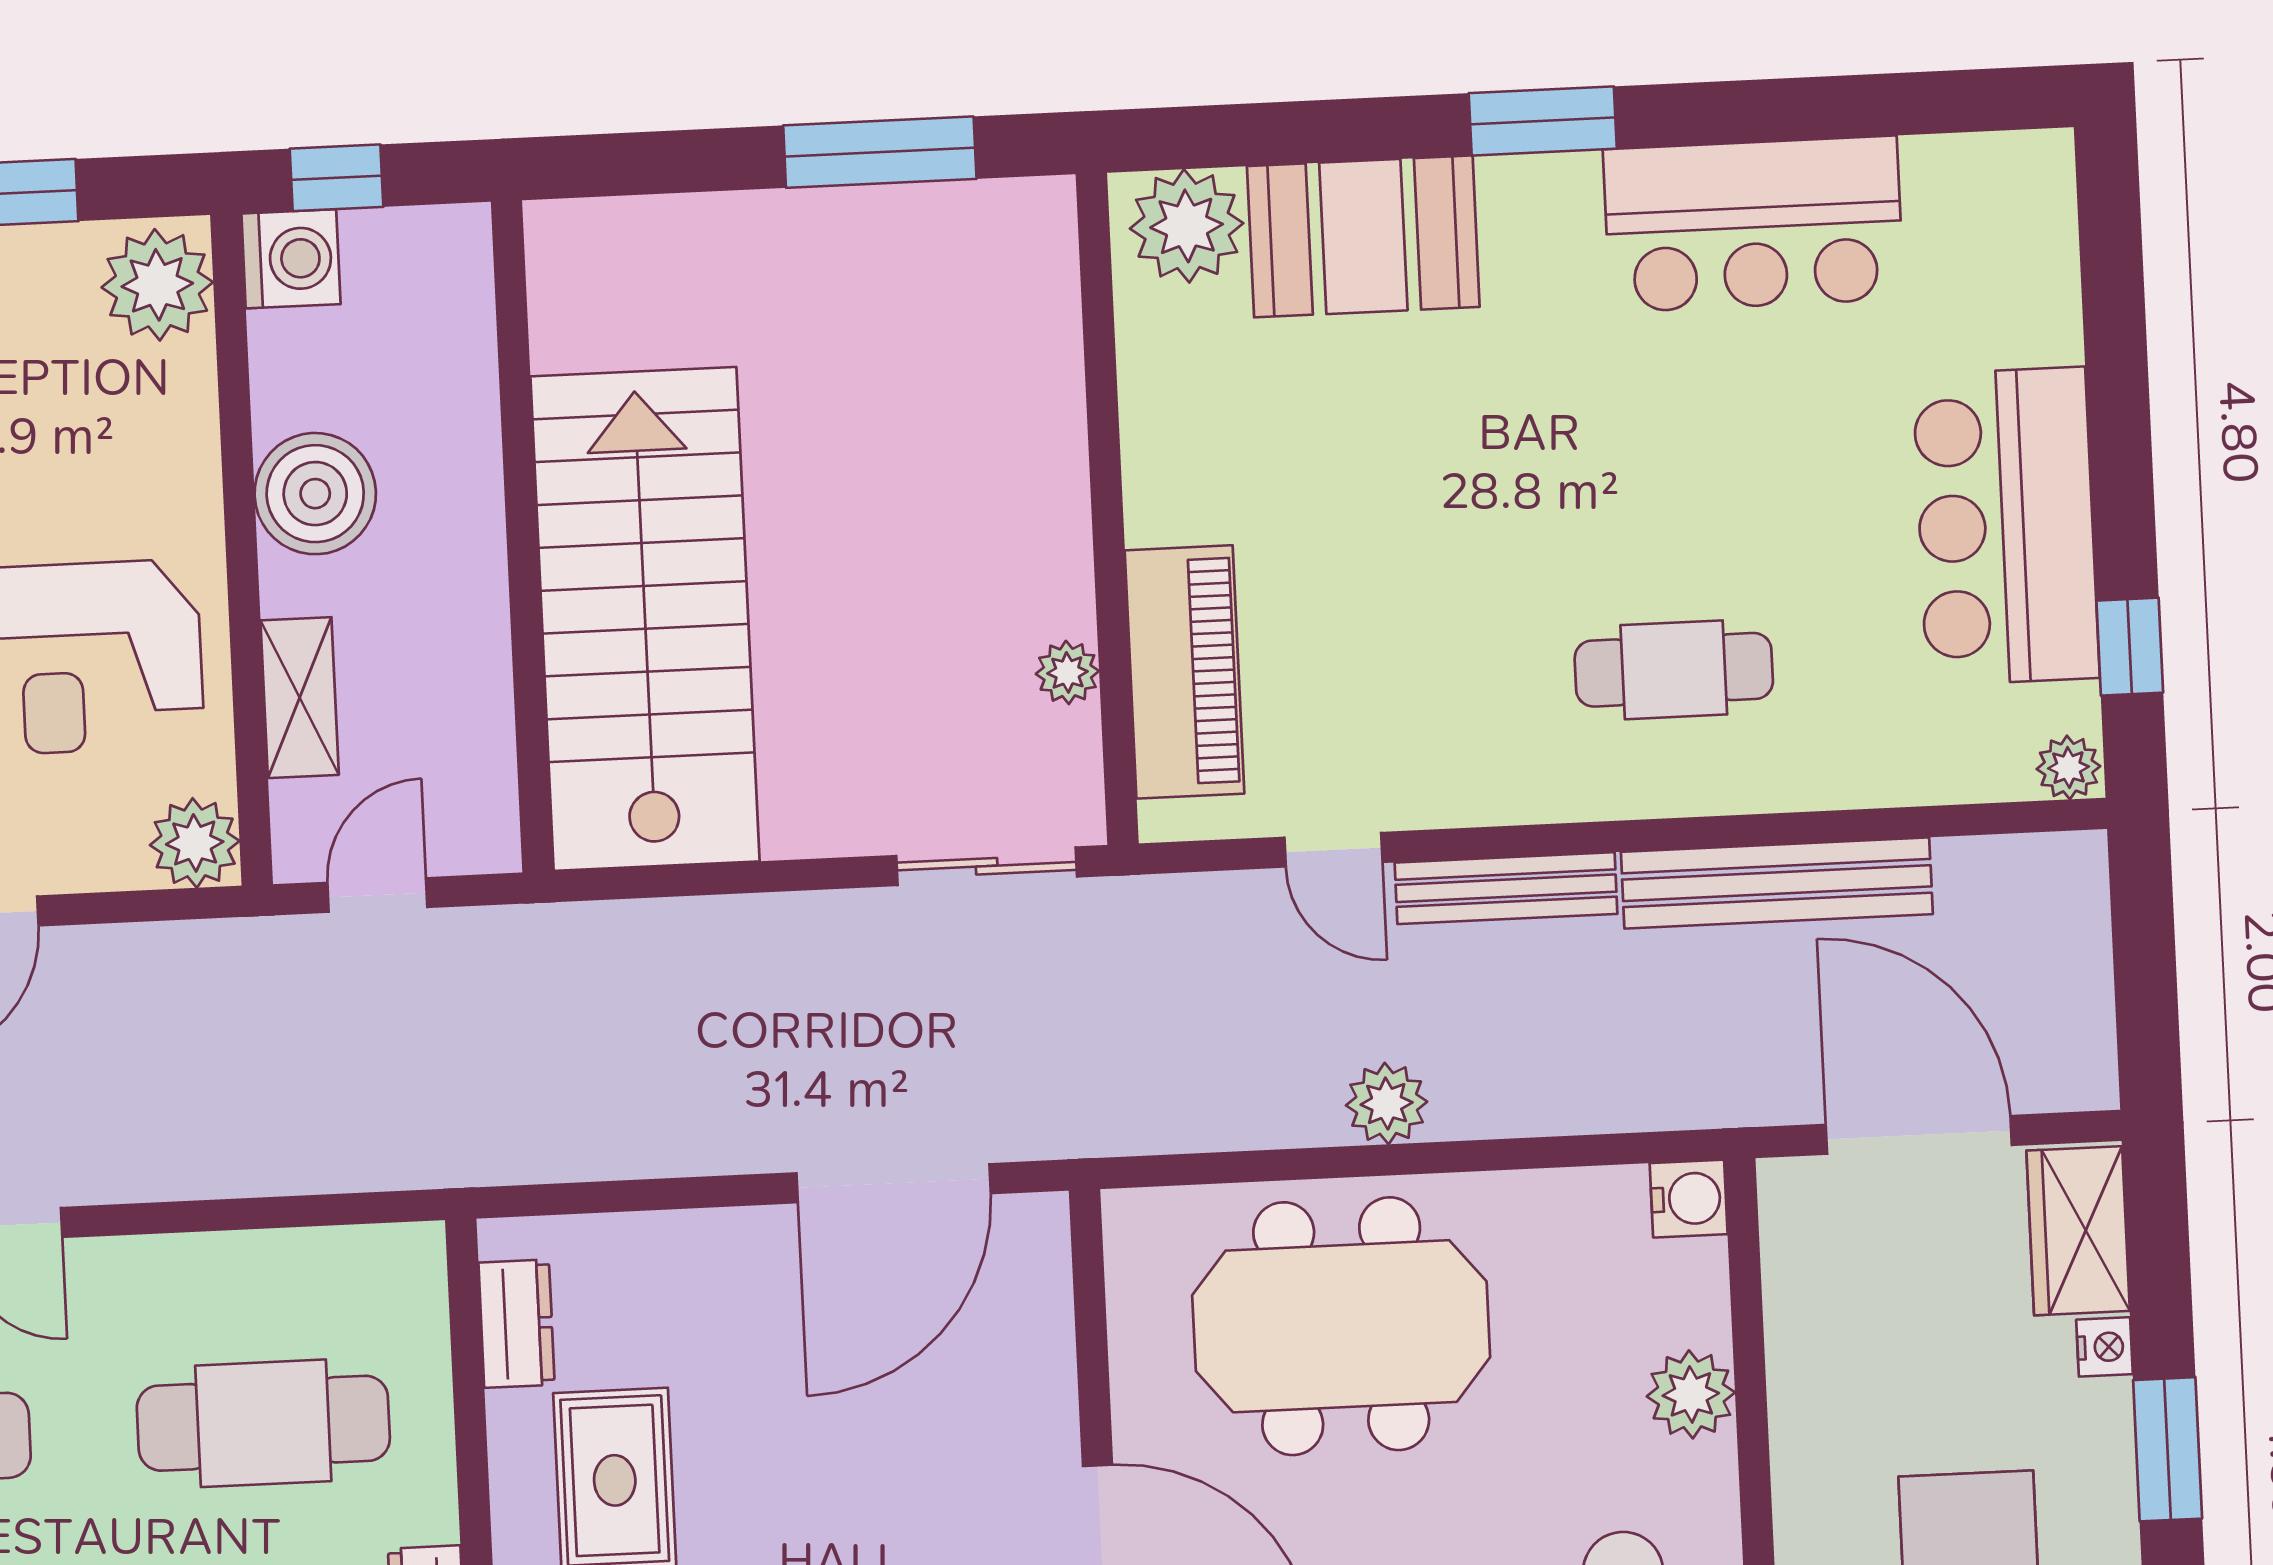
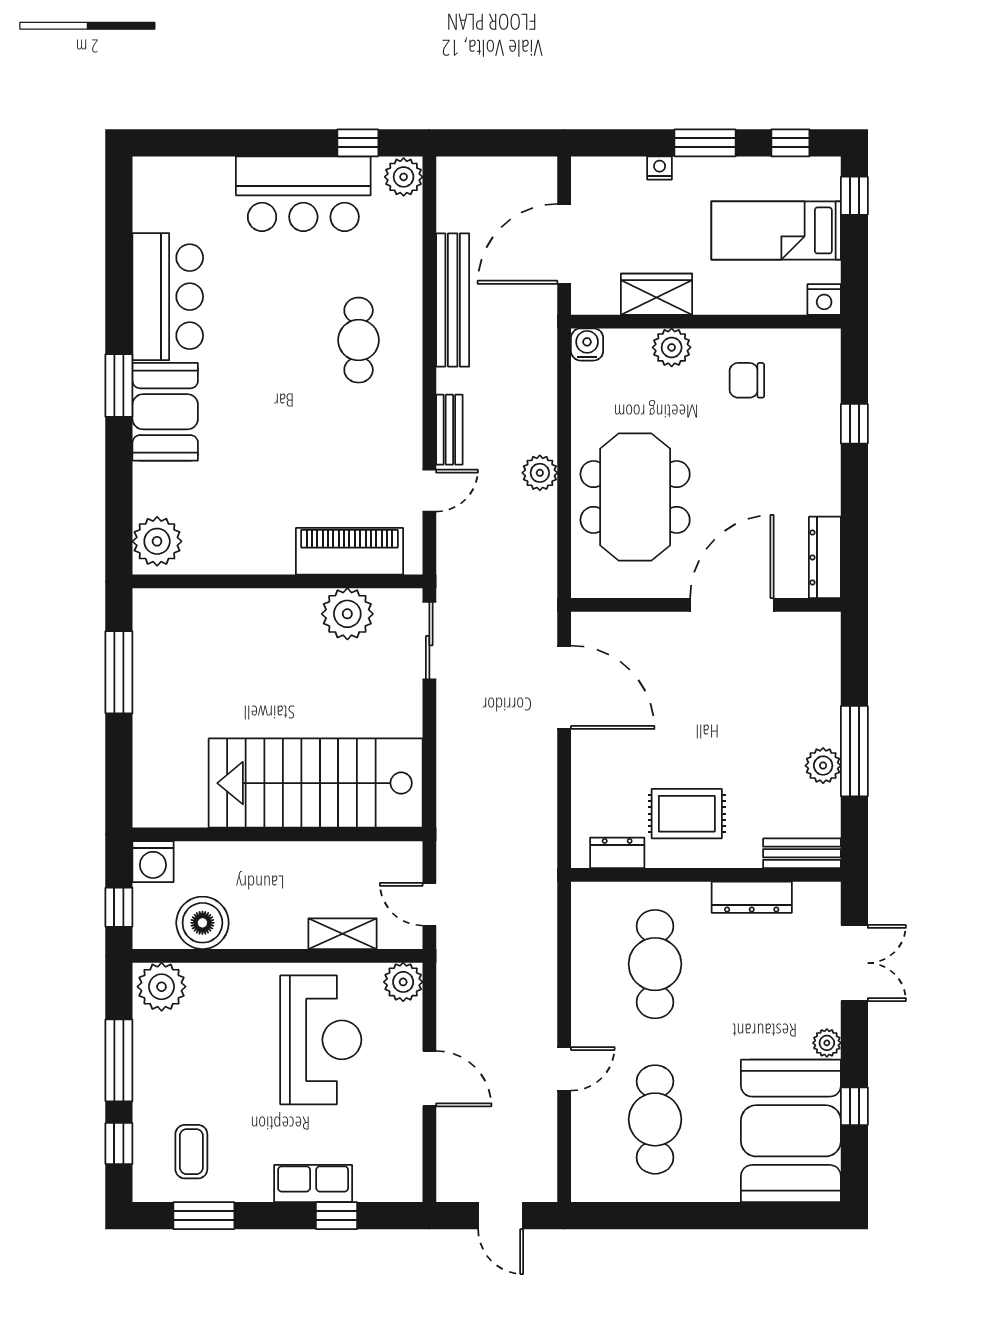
booth: (1363, 236) -> (165, 412), moved
washing machine: (291, 259) -> (153, 862), moved, turned 180
boiler: (315, 494) -> (202, 923), moved
plant: (1067, 672) -> (347, 614), width x1.88, depth x1.88
plant: (2068, 768) -> (404, 177), width x1.38, depth x1.38
bench: (1506, 888) -> (449, 430), width x0.73
wardrobe: (2078, 1231) -> (657, 294), moved, turned 180

